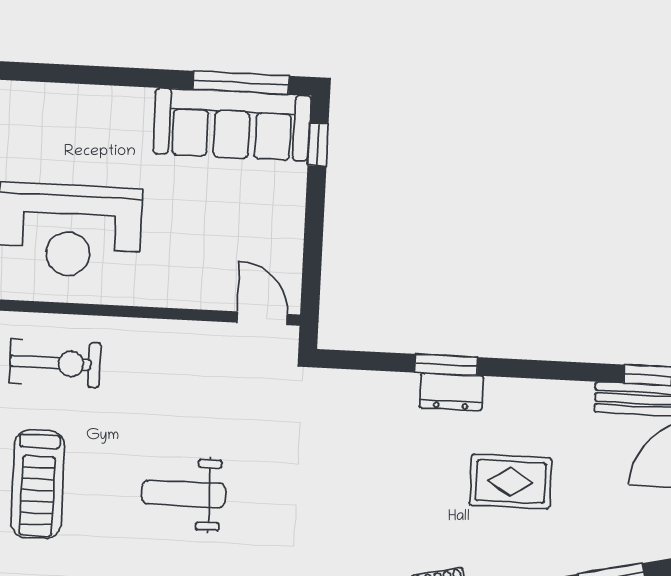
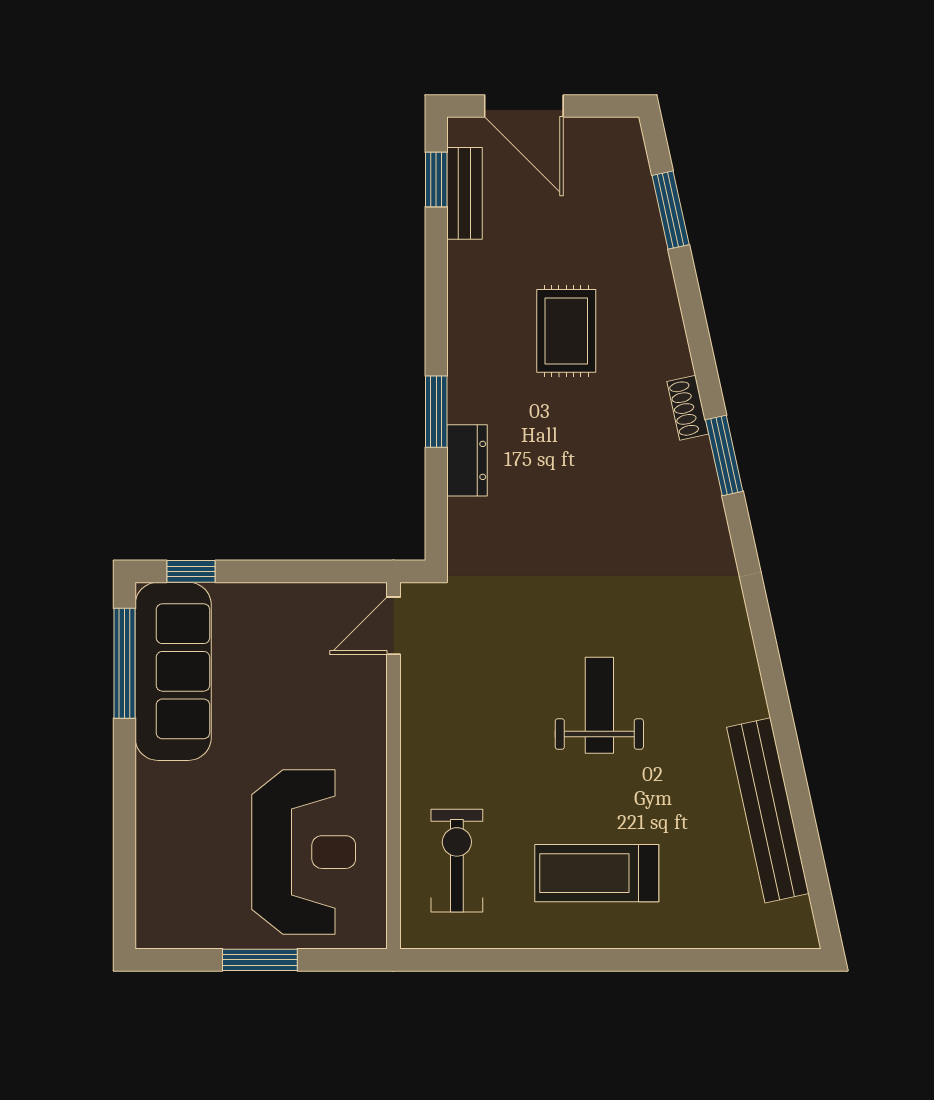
dresser: (451, 392) -> (467, 460), moved
treadmill: (38, 484) -> (597, 873), turned 180
weight bench: (184, 494) -> (599, 705), turned 180

